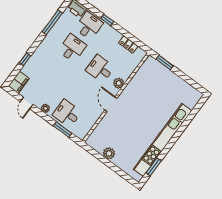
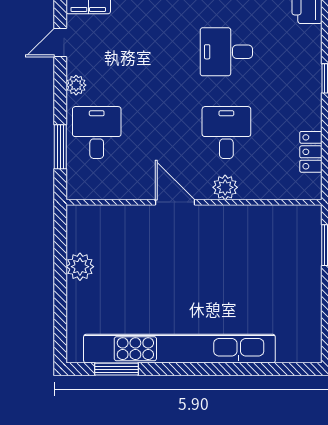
desk: (89, 26) -> (291, 52), removed
desk: (72, 48) -> (226, 52), turned 180
door: (111, 104) -> (175, 202), hinge flipped

